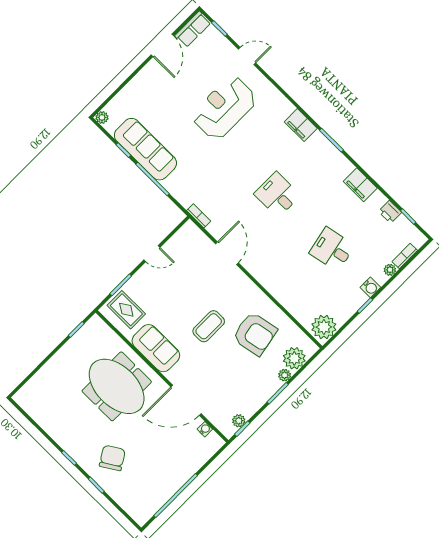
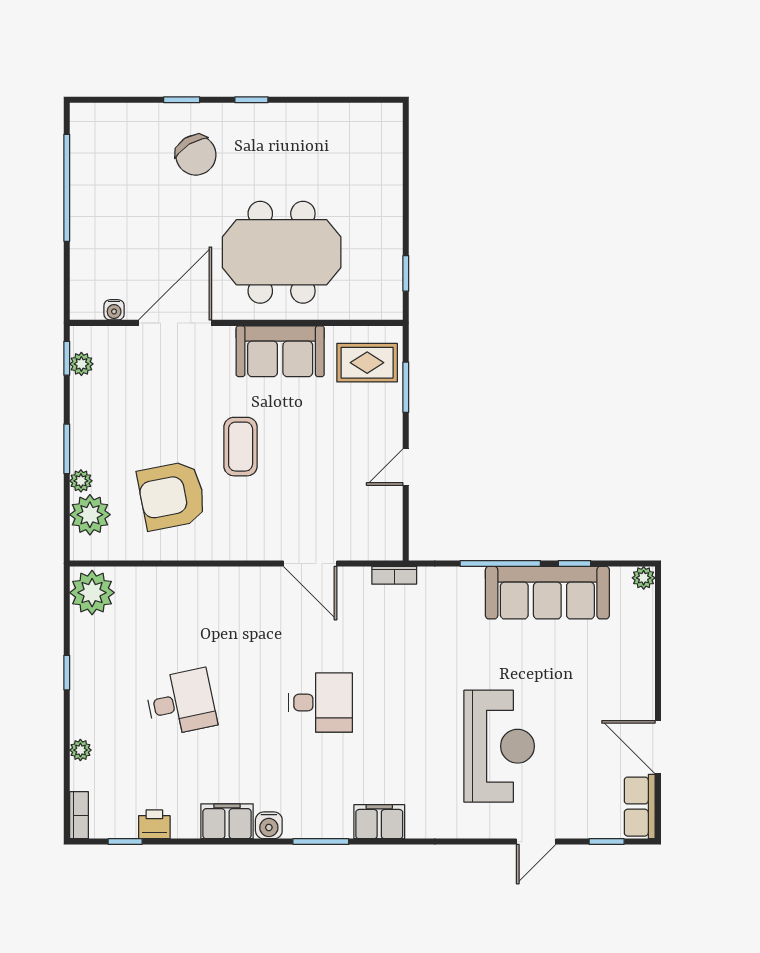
bookcase: (405, 256) -> (79, 815), moved
water cooler: (370, 287) -> (269, 825), moved, turned -90

